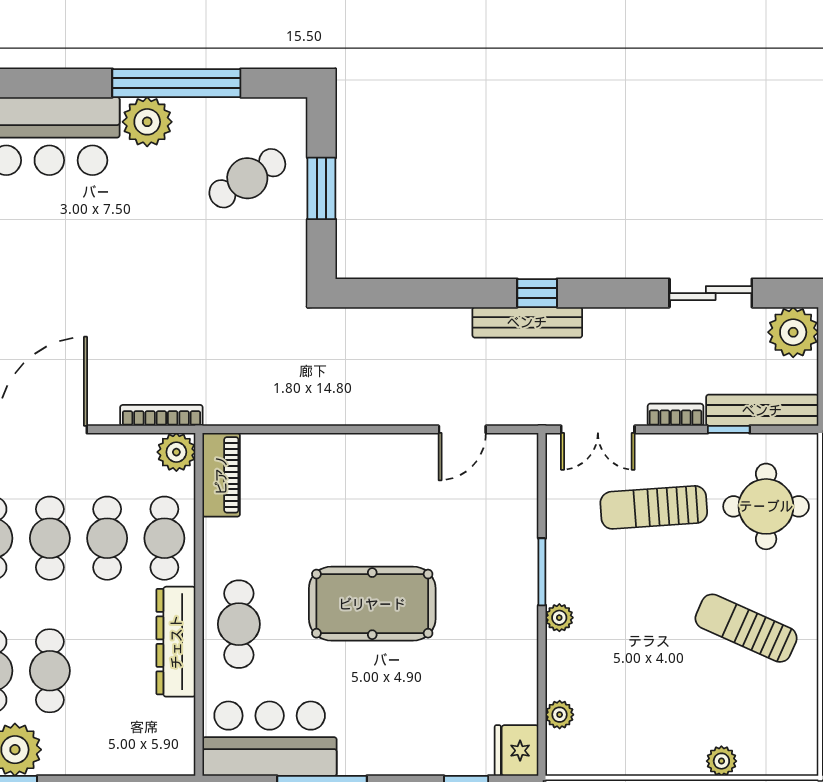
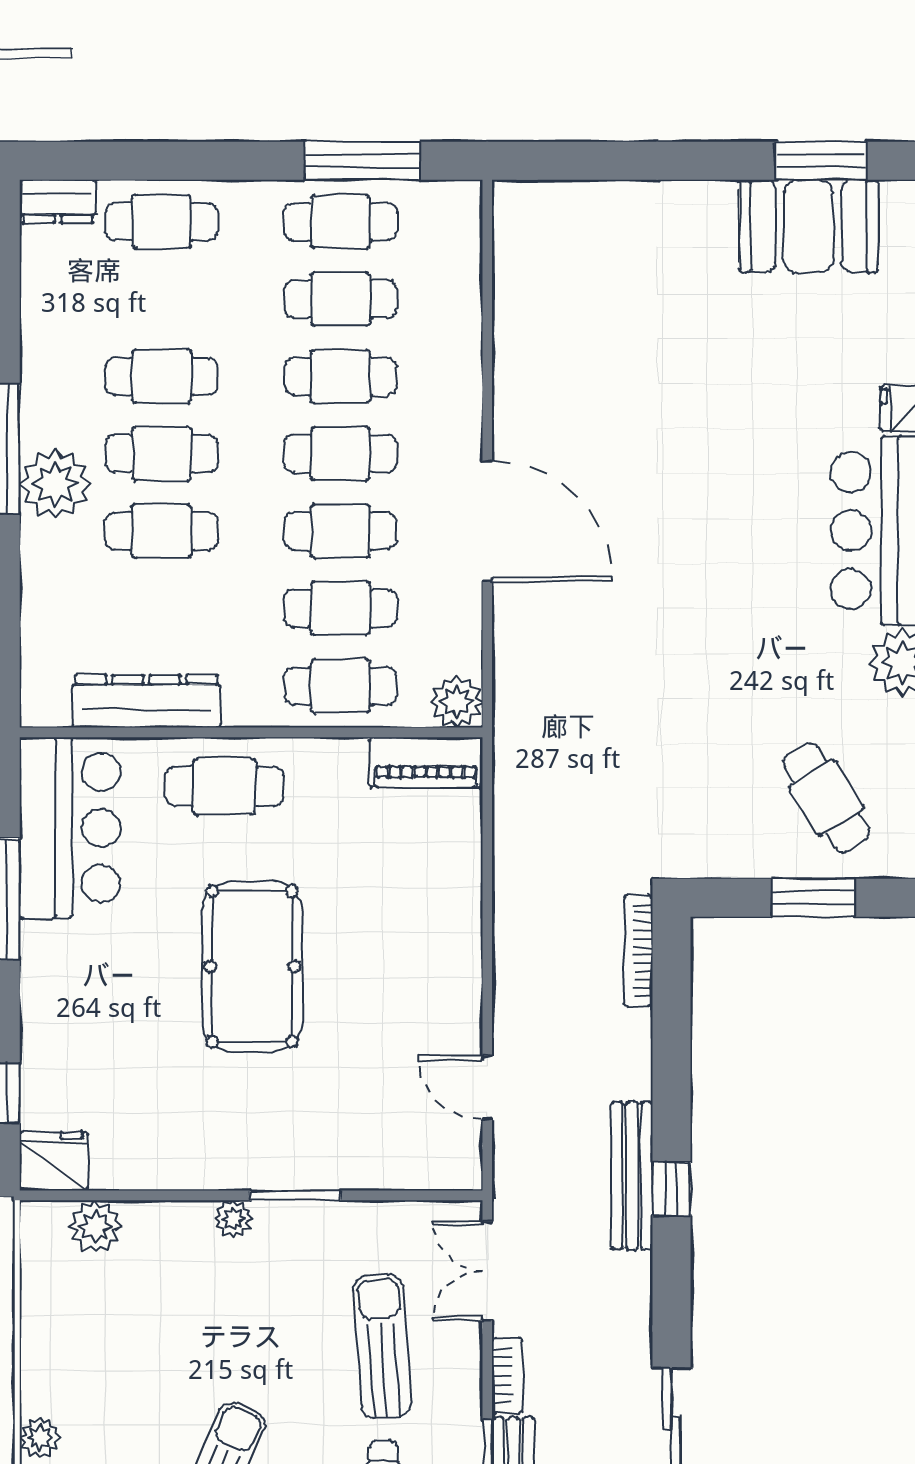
bookcase: (161, 415) -> (638, 951), moved, turned 180
dresser: (176, 642) -> (146, 701), moved
plant: (560, 715) -> (95, 1226), width x1.38, depth x1.38

